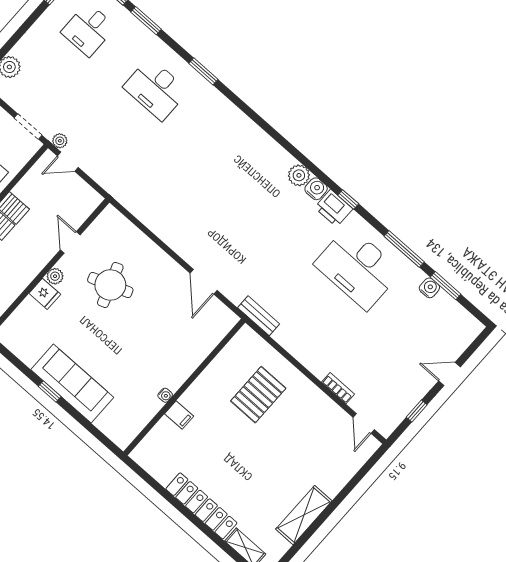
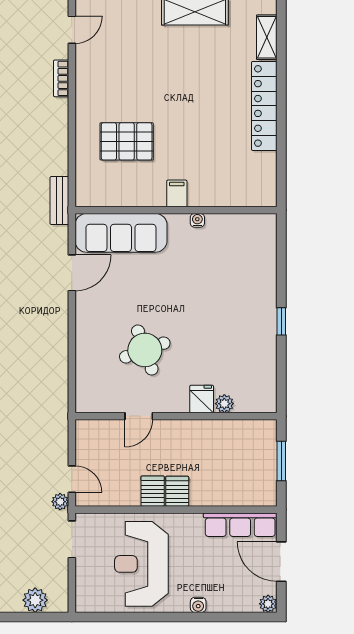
plant: (55, 276) -> (224, 404), moved
sofa: (72, 383) -> (121, 233), moved, turned -90
filing cabinet: (179, 415) -> (177, 193), moved

